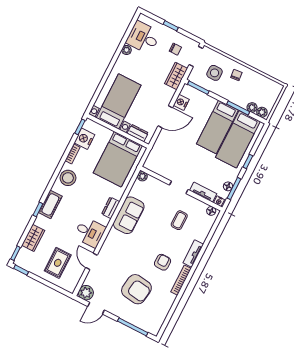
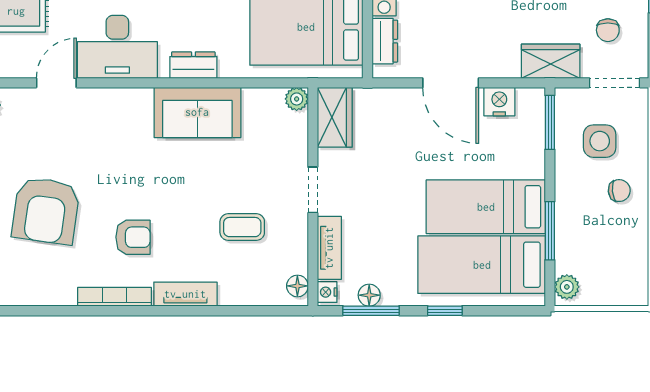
plant: (252, 107) -> (566, 260), removed
wardrobe: (156, 166) -> (335, 117), added
desk: (90, 232) -> (117, 47), width x1.37

